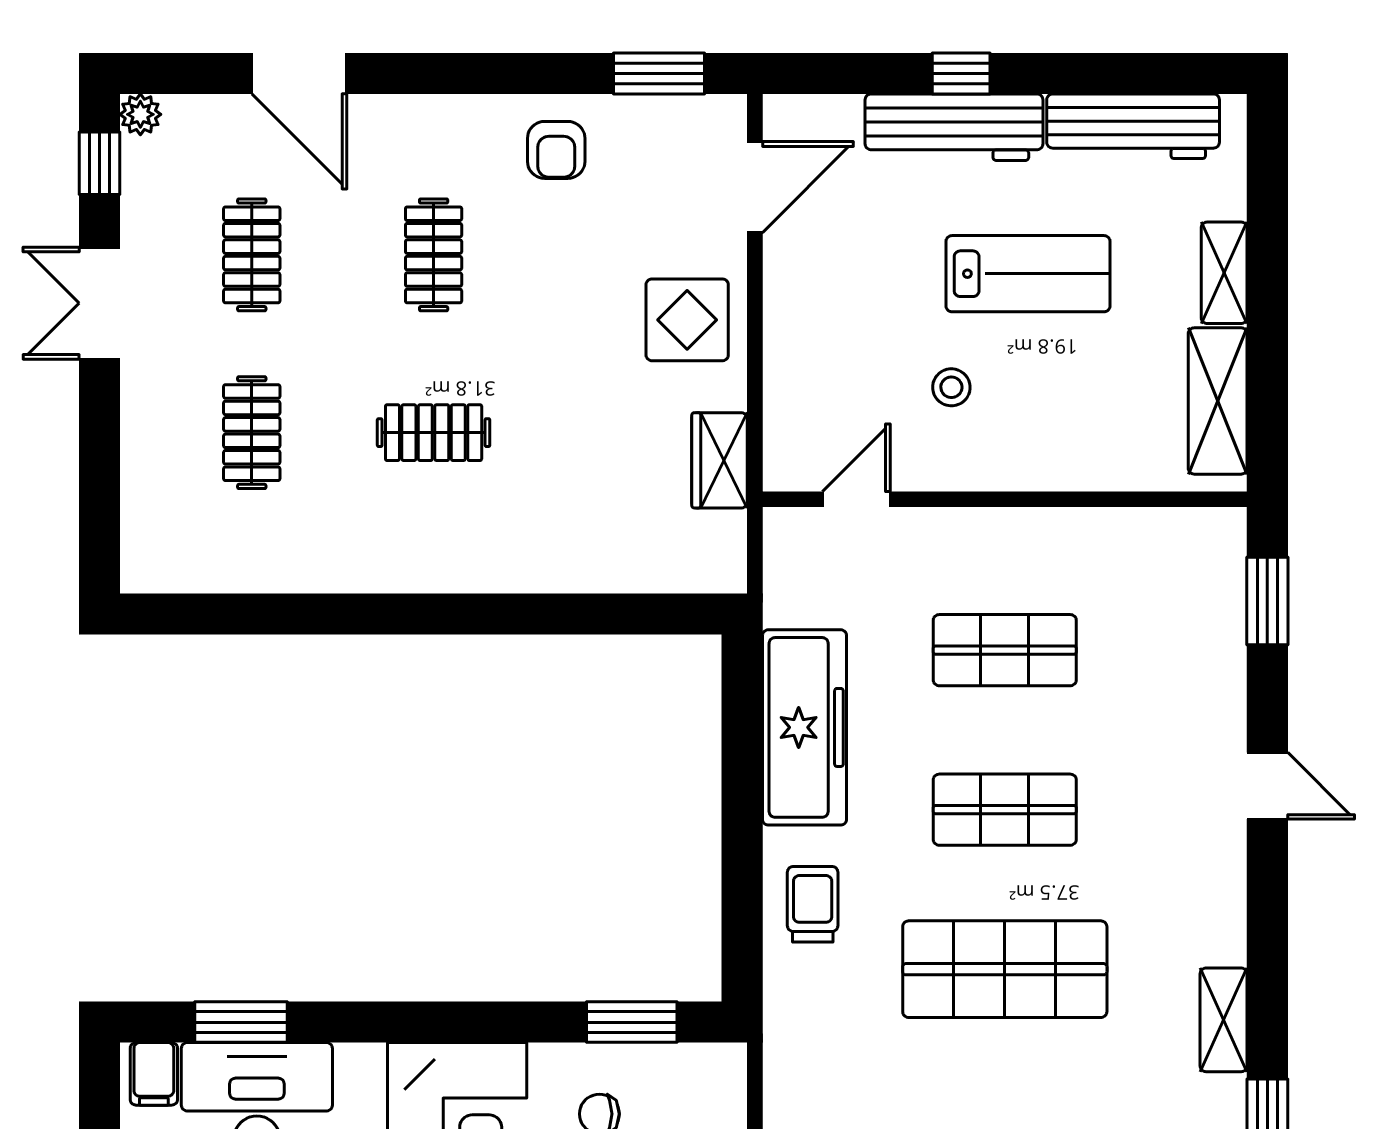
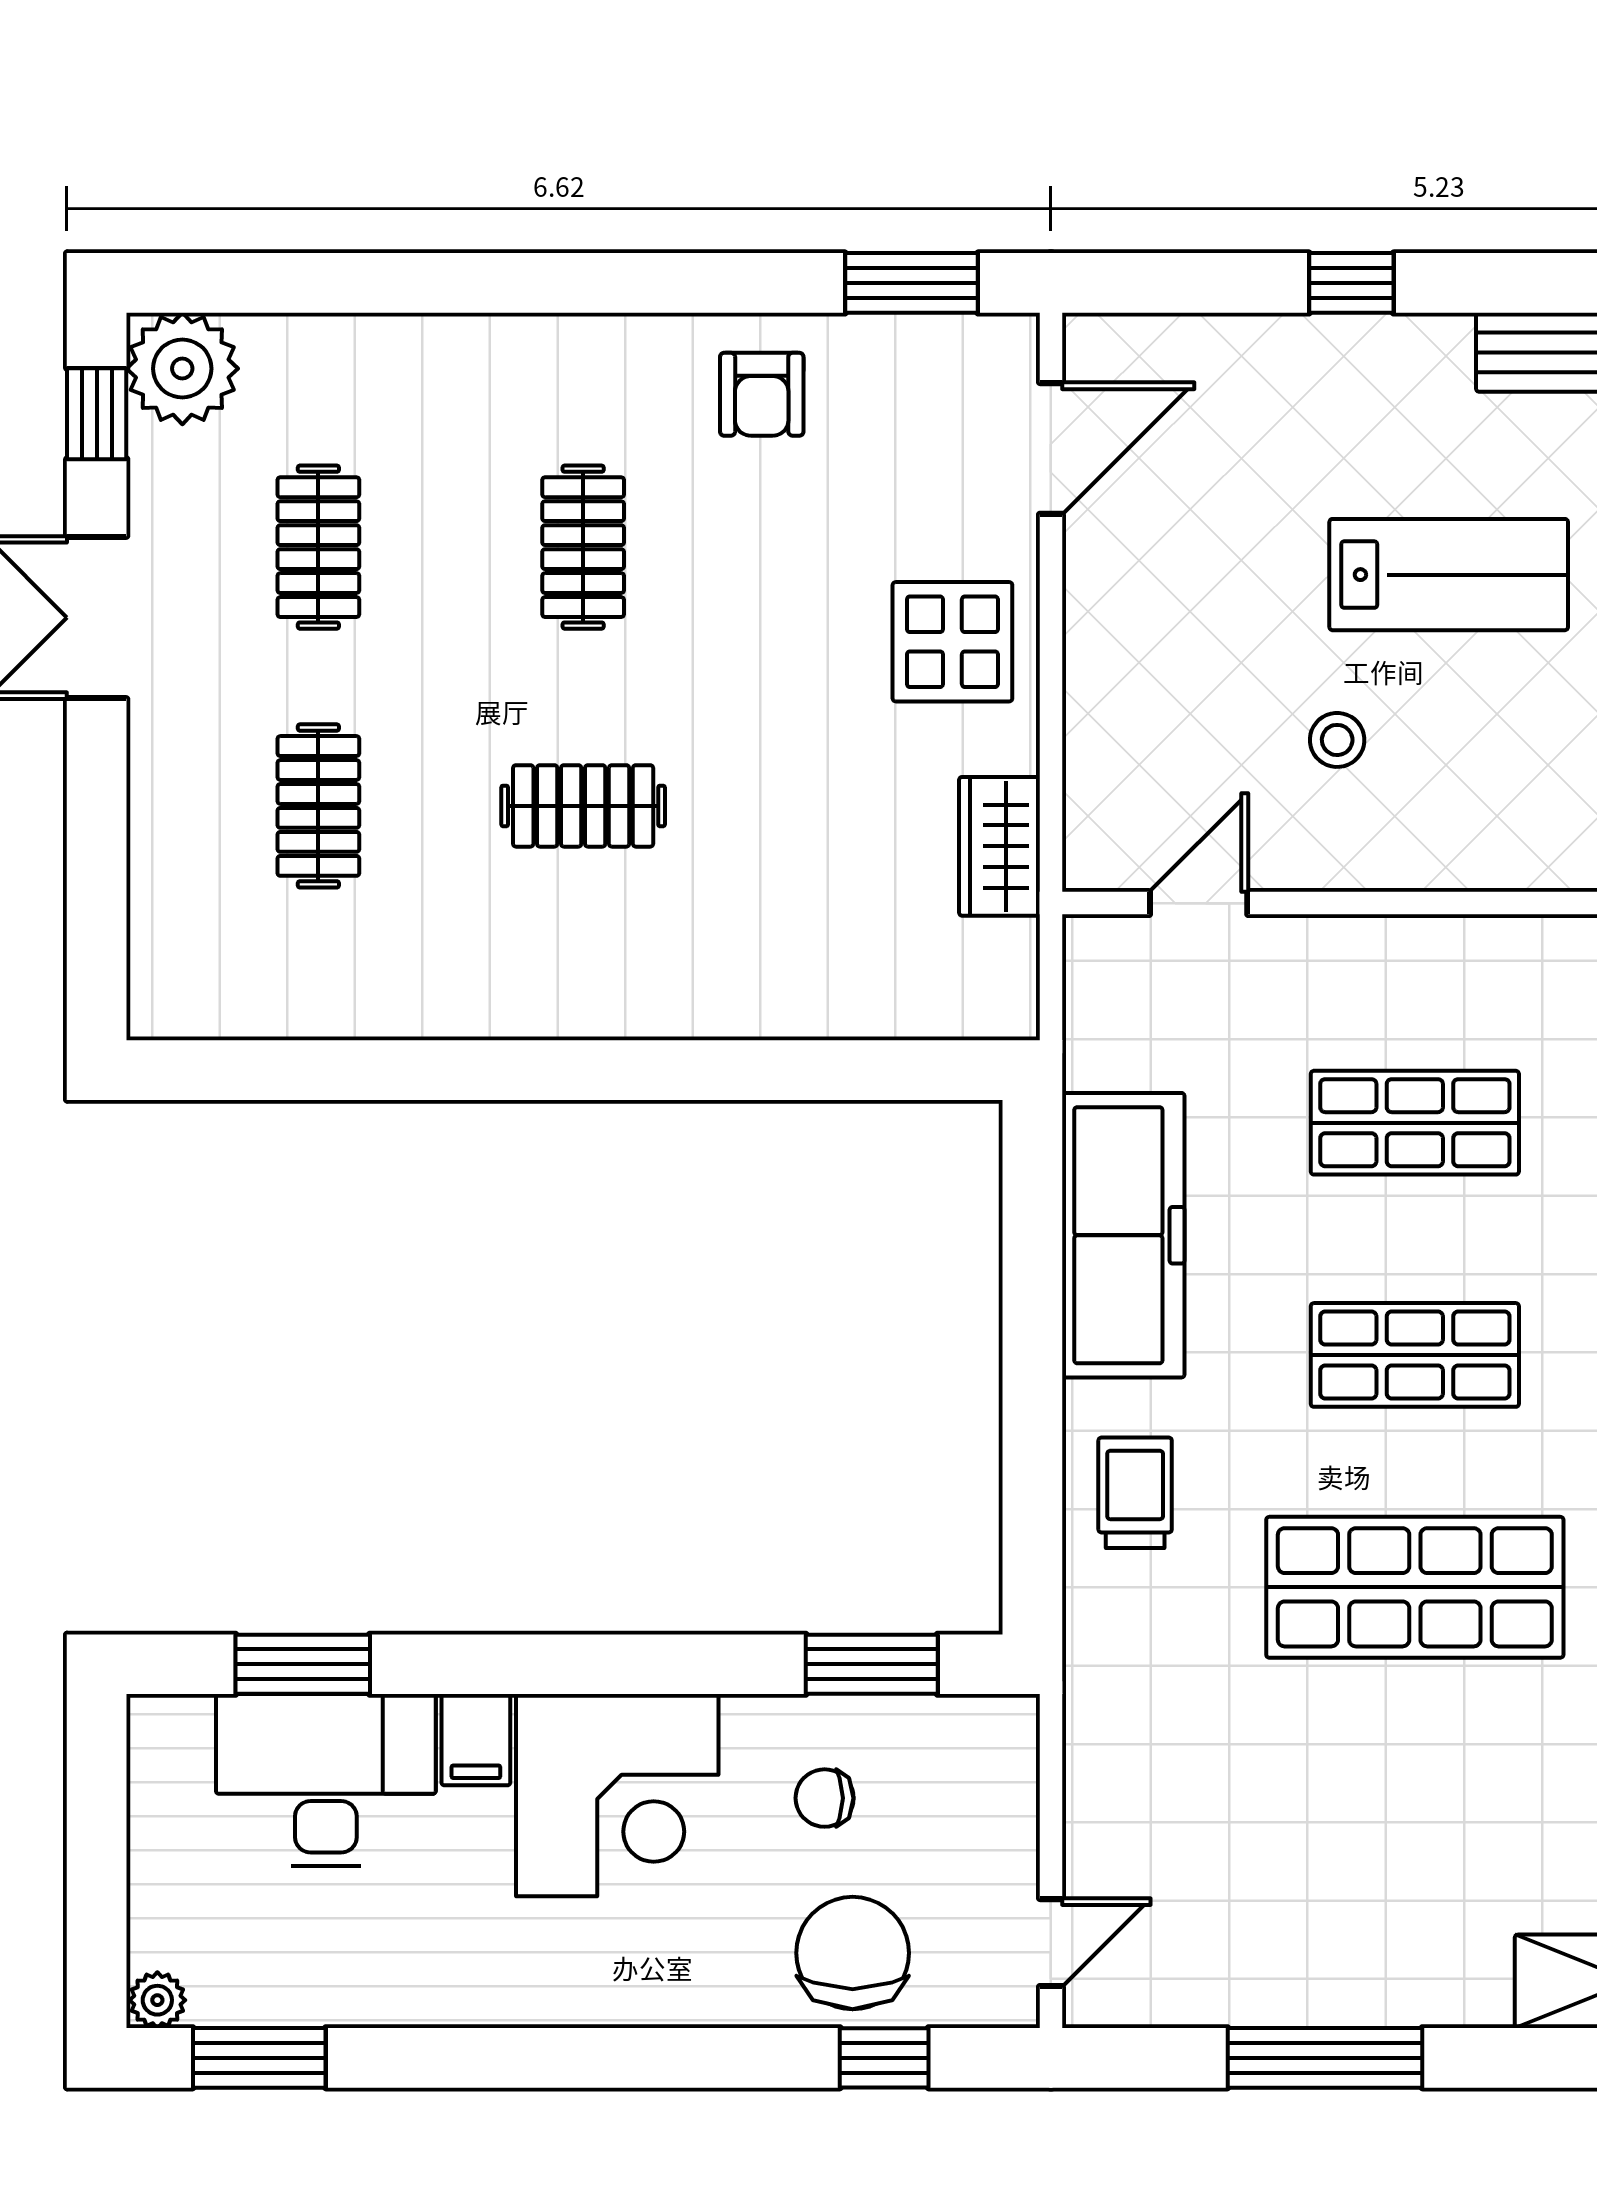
door: (299, 73) -> (388, 283), removed
plant: (140, 114) -> (182, 369), width x1.88, depth x1.88
workbench: (954, 127) -> (1341, 361), removed
filing cabinet: (154, 1074) -> (476, 1740), moved

